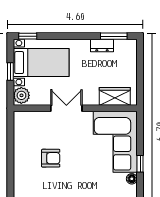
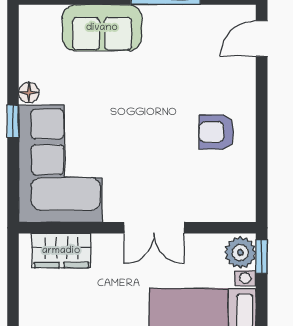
window: (10, 72) -> (262, 257), moved
armchair: (51, 158) -> (216, 132), moved

